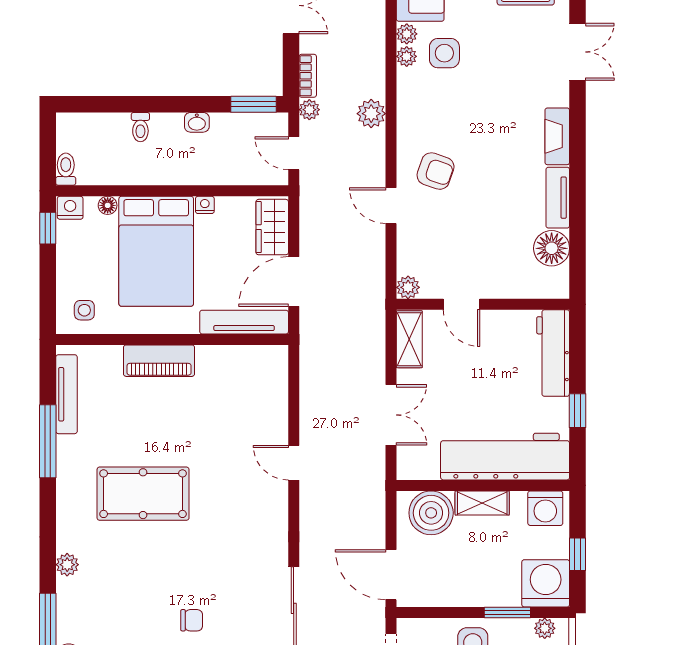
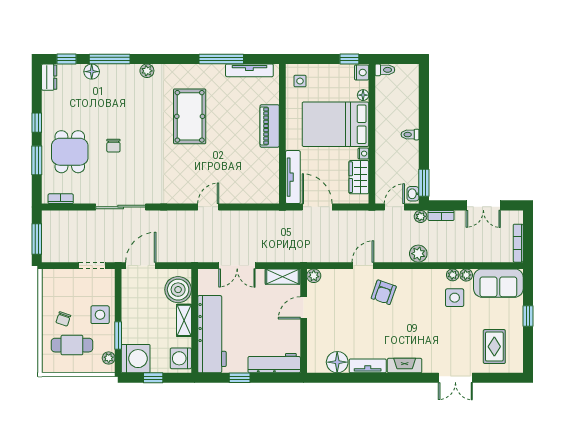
washbasin: (197, 122) -> (413, 194), moved
toilet: (140, 127) -> (410, 135), moved
wardrobe: (272, 227) -> (359, 177), moved, turned -90

